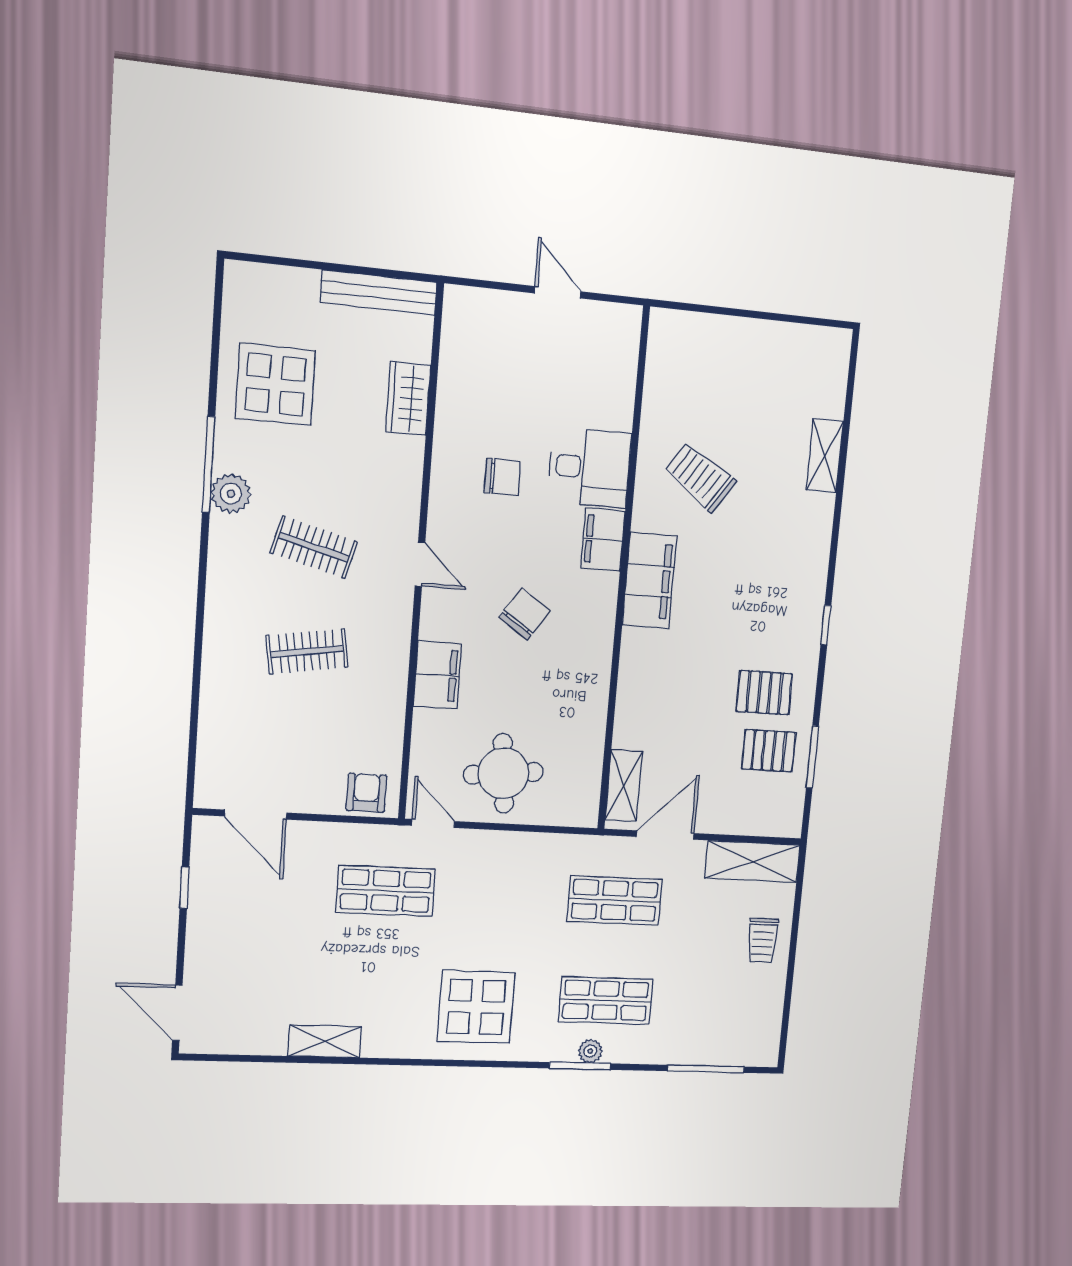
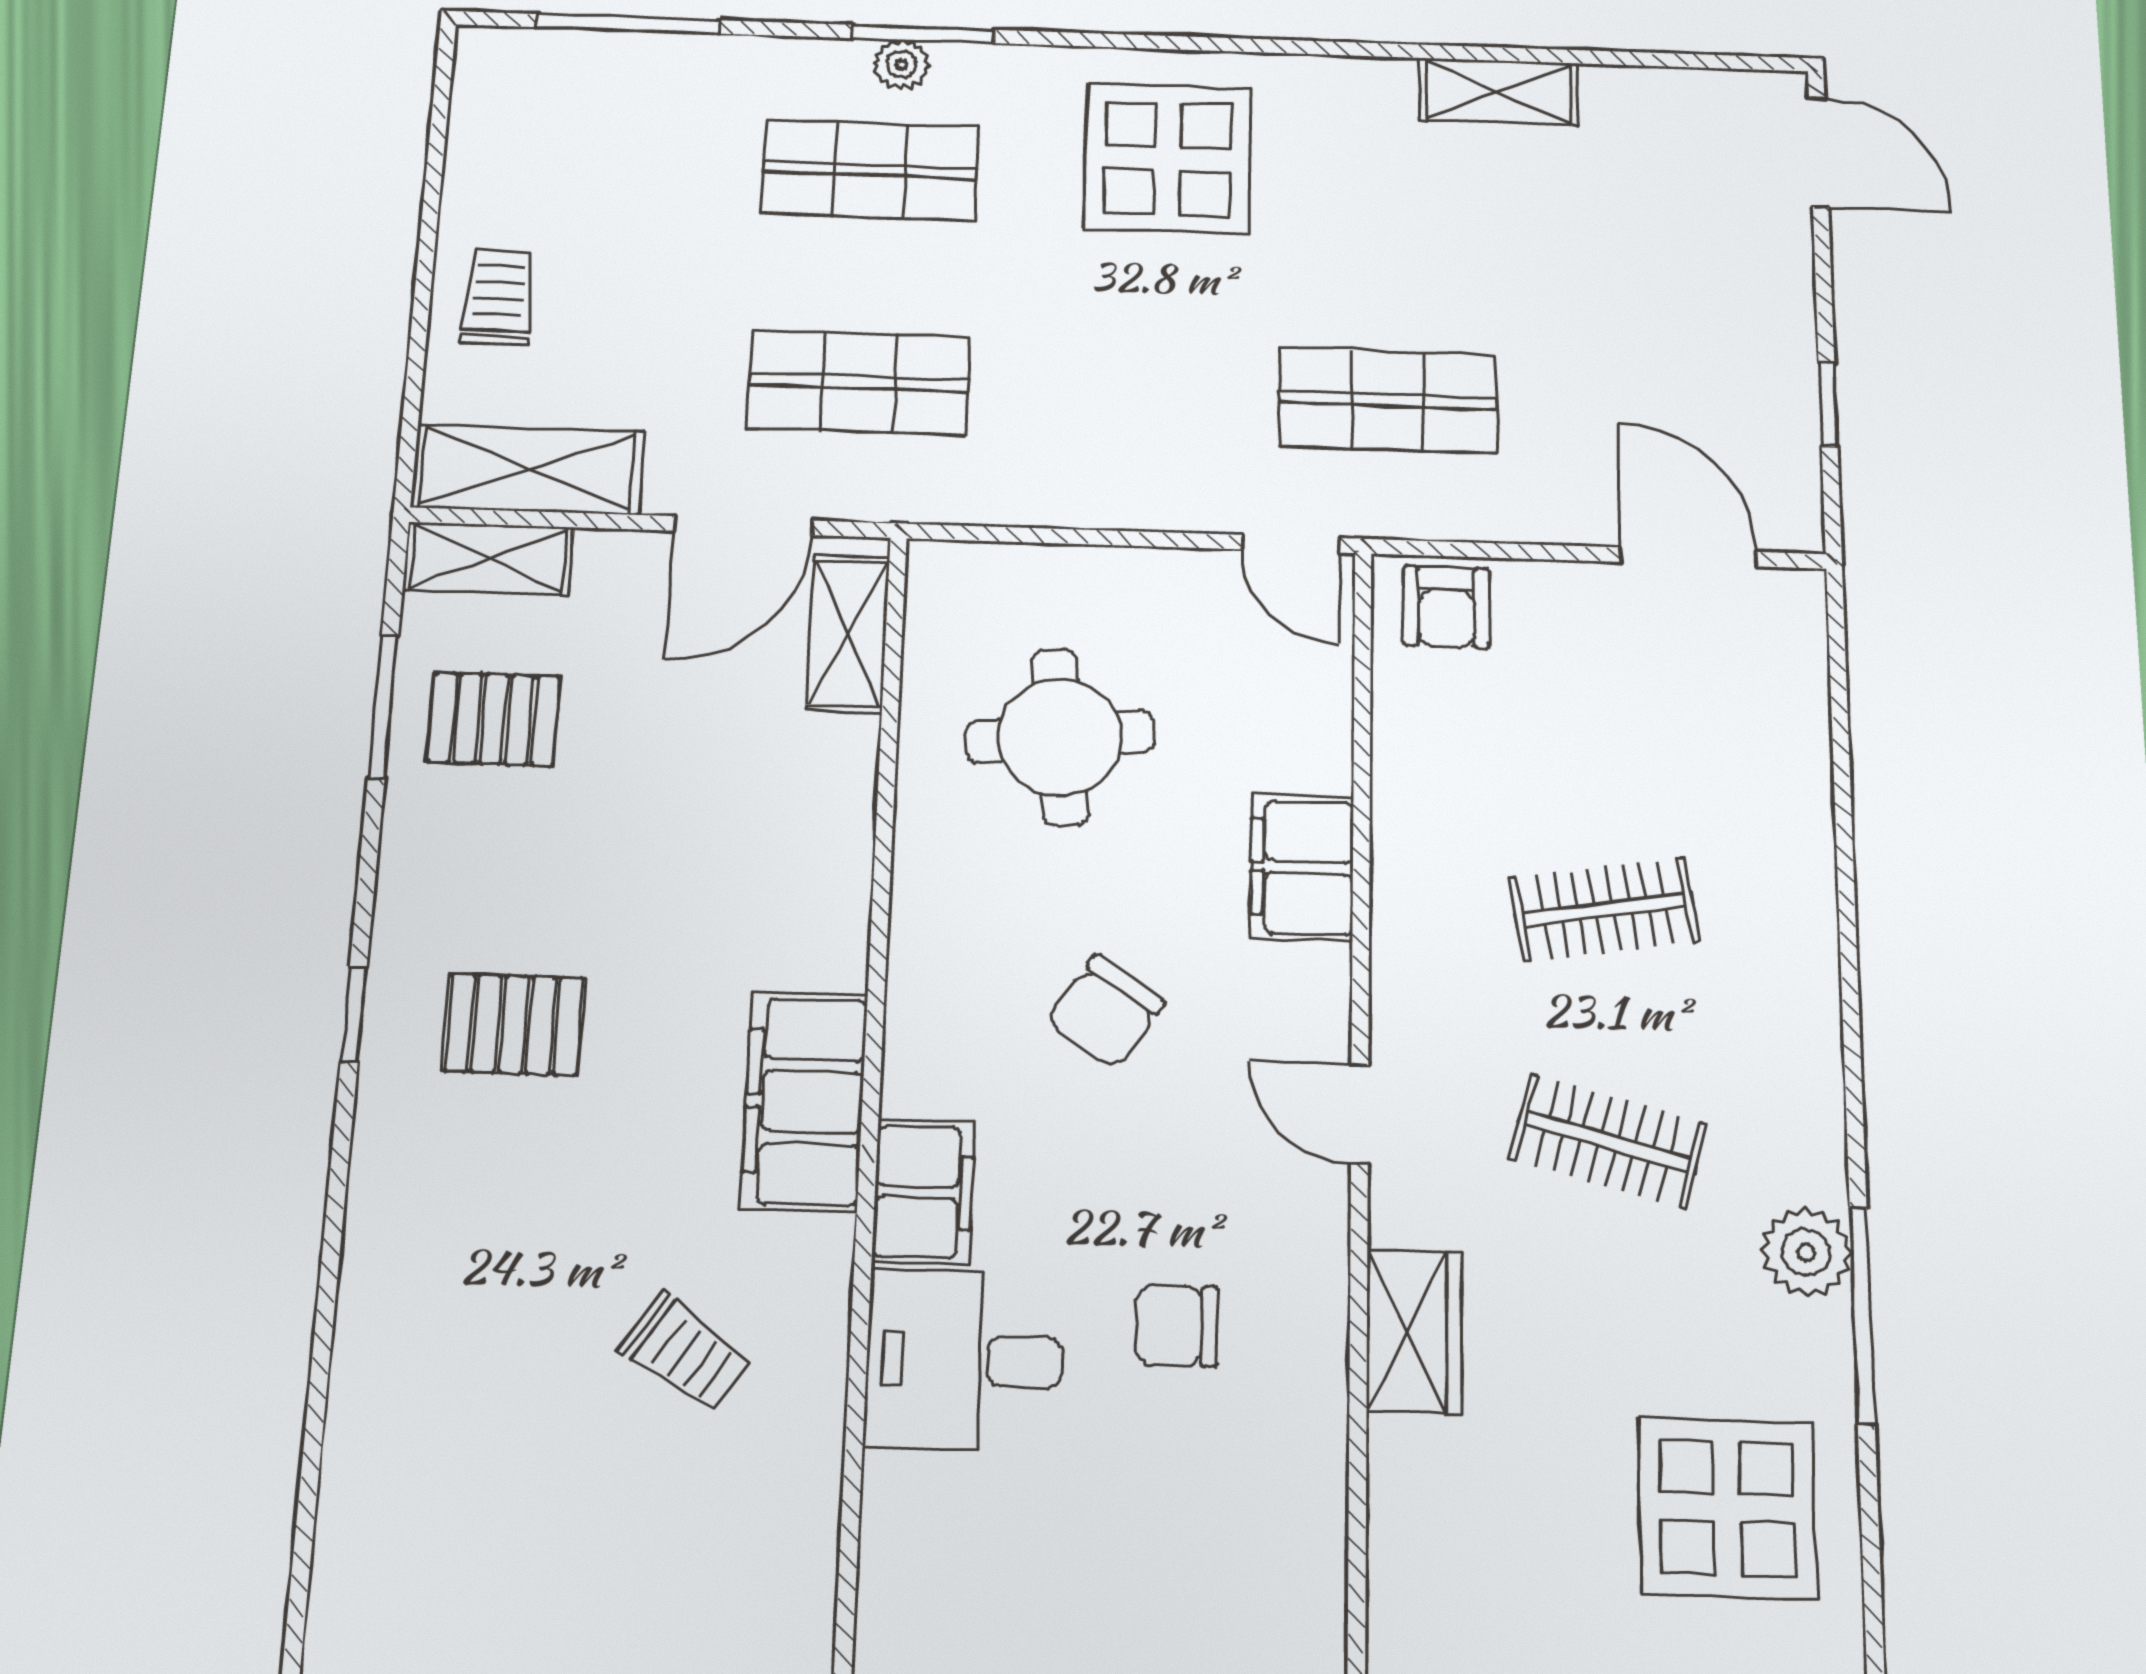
wardrobe: (408, 398) -> (1414, 1331), moved
shelving: (825, 456) -> (488, 559), moved, turned 90
trolley: (700, 477) -> (686, 1353), width x0.73, depth x0.72
pallet: (764, 693) -> (514, 1025), moved
round table: (503, 773) -> (1060, 737), moved

